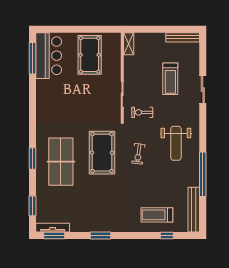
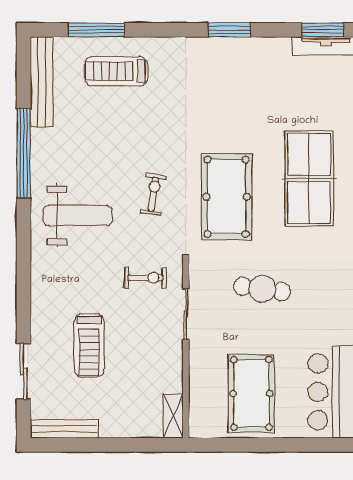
treadmill: (170, 79) -> (89, 346), turned 180
sliding door: (203, 89) -> (24, 371), moved
cafe table: (84, 107) -> (262, 289), added
weight bench: (176, 143) -> (78, 215), turned 90
treadmill: (157, 215) -> (116, 71), turned 180
window: (167, 236) -> (96, 30), width x2.17

